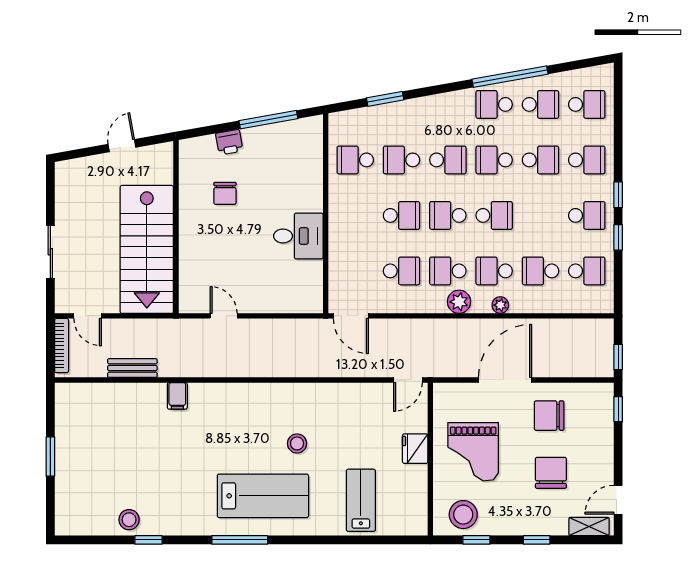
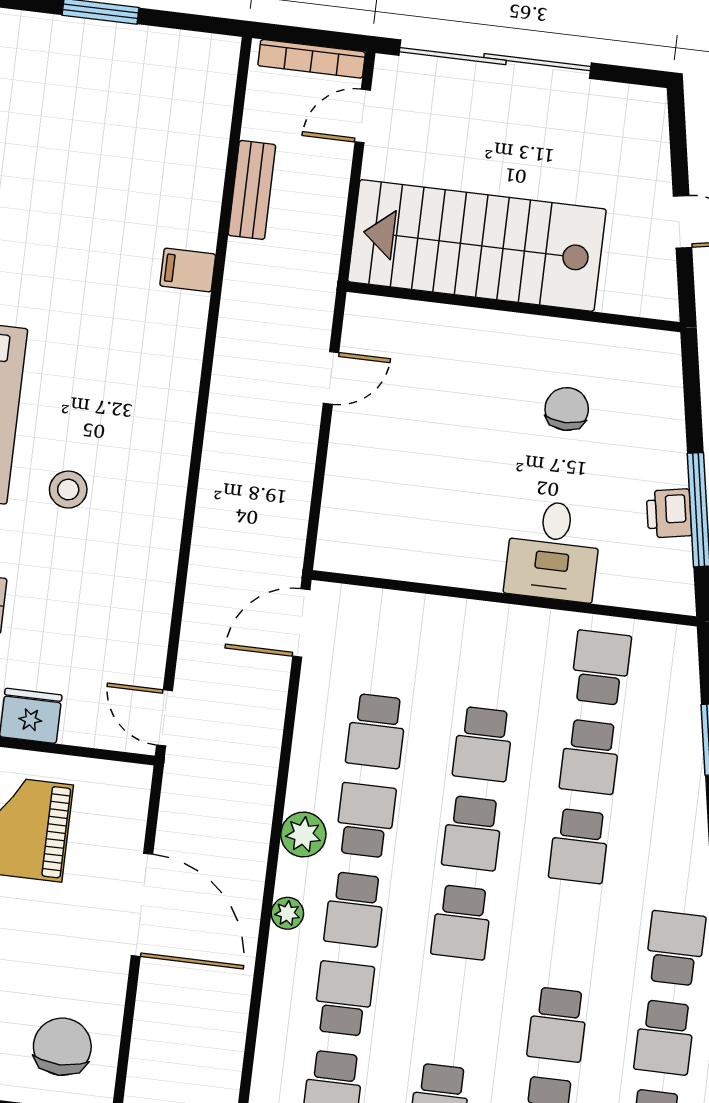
printer: (229, 142) -> (669, 513), moved
school desk: (402, 160) -> (590, 757), turned 180
school desk: (494, 160) -> (568, 935), removed
chair: (225, 193) -> (567, 409), turned 90
school desk: (448, 215) -> (472, 833), turned 180
desk: (298, 236) -> (553, 551), moved
sliding door: (50, 252) -> (495, 59), width x1.86
school desk: (494, 271) -> (355, 909), turned 180
chair: (549, 416) -> (62, 1047), moved

